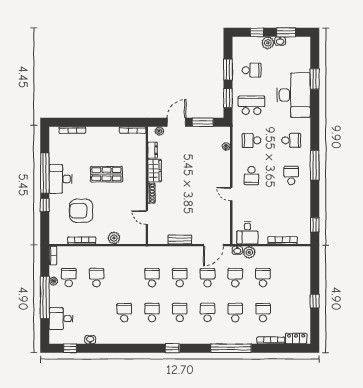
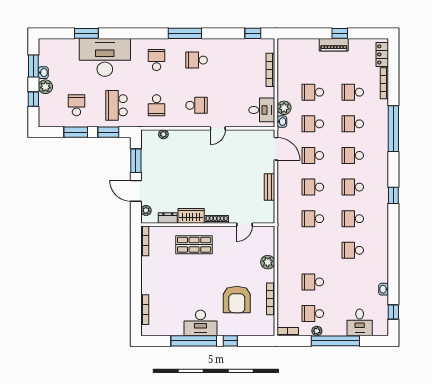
shop shelf: (106, 174) -> (194, 245), moved, turned 90
piano: (305, 296) -> (334, 45), added

